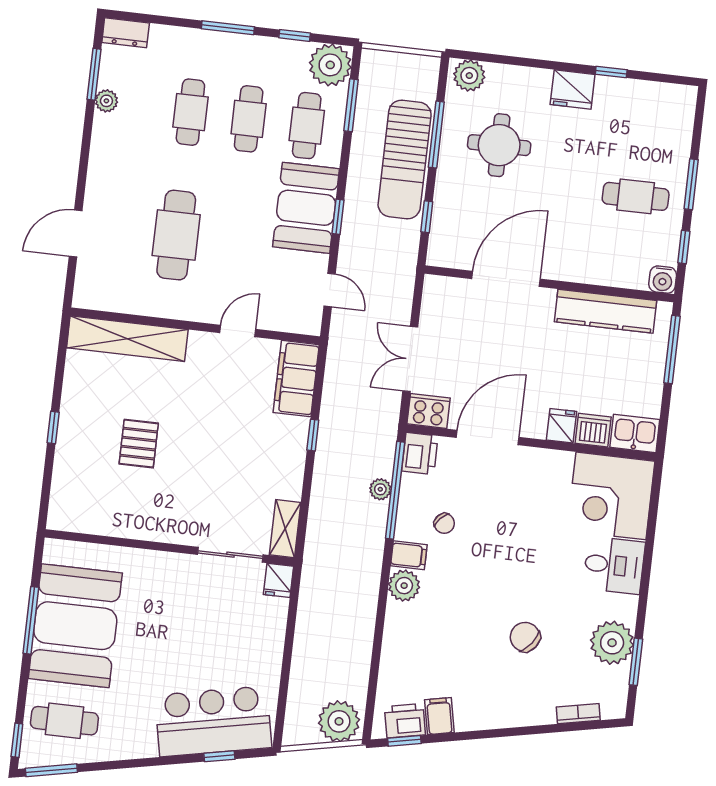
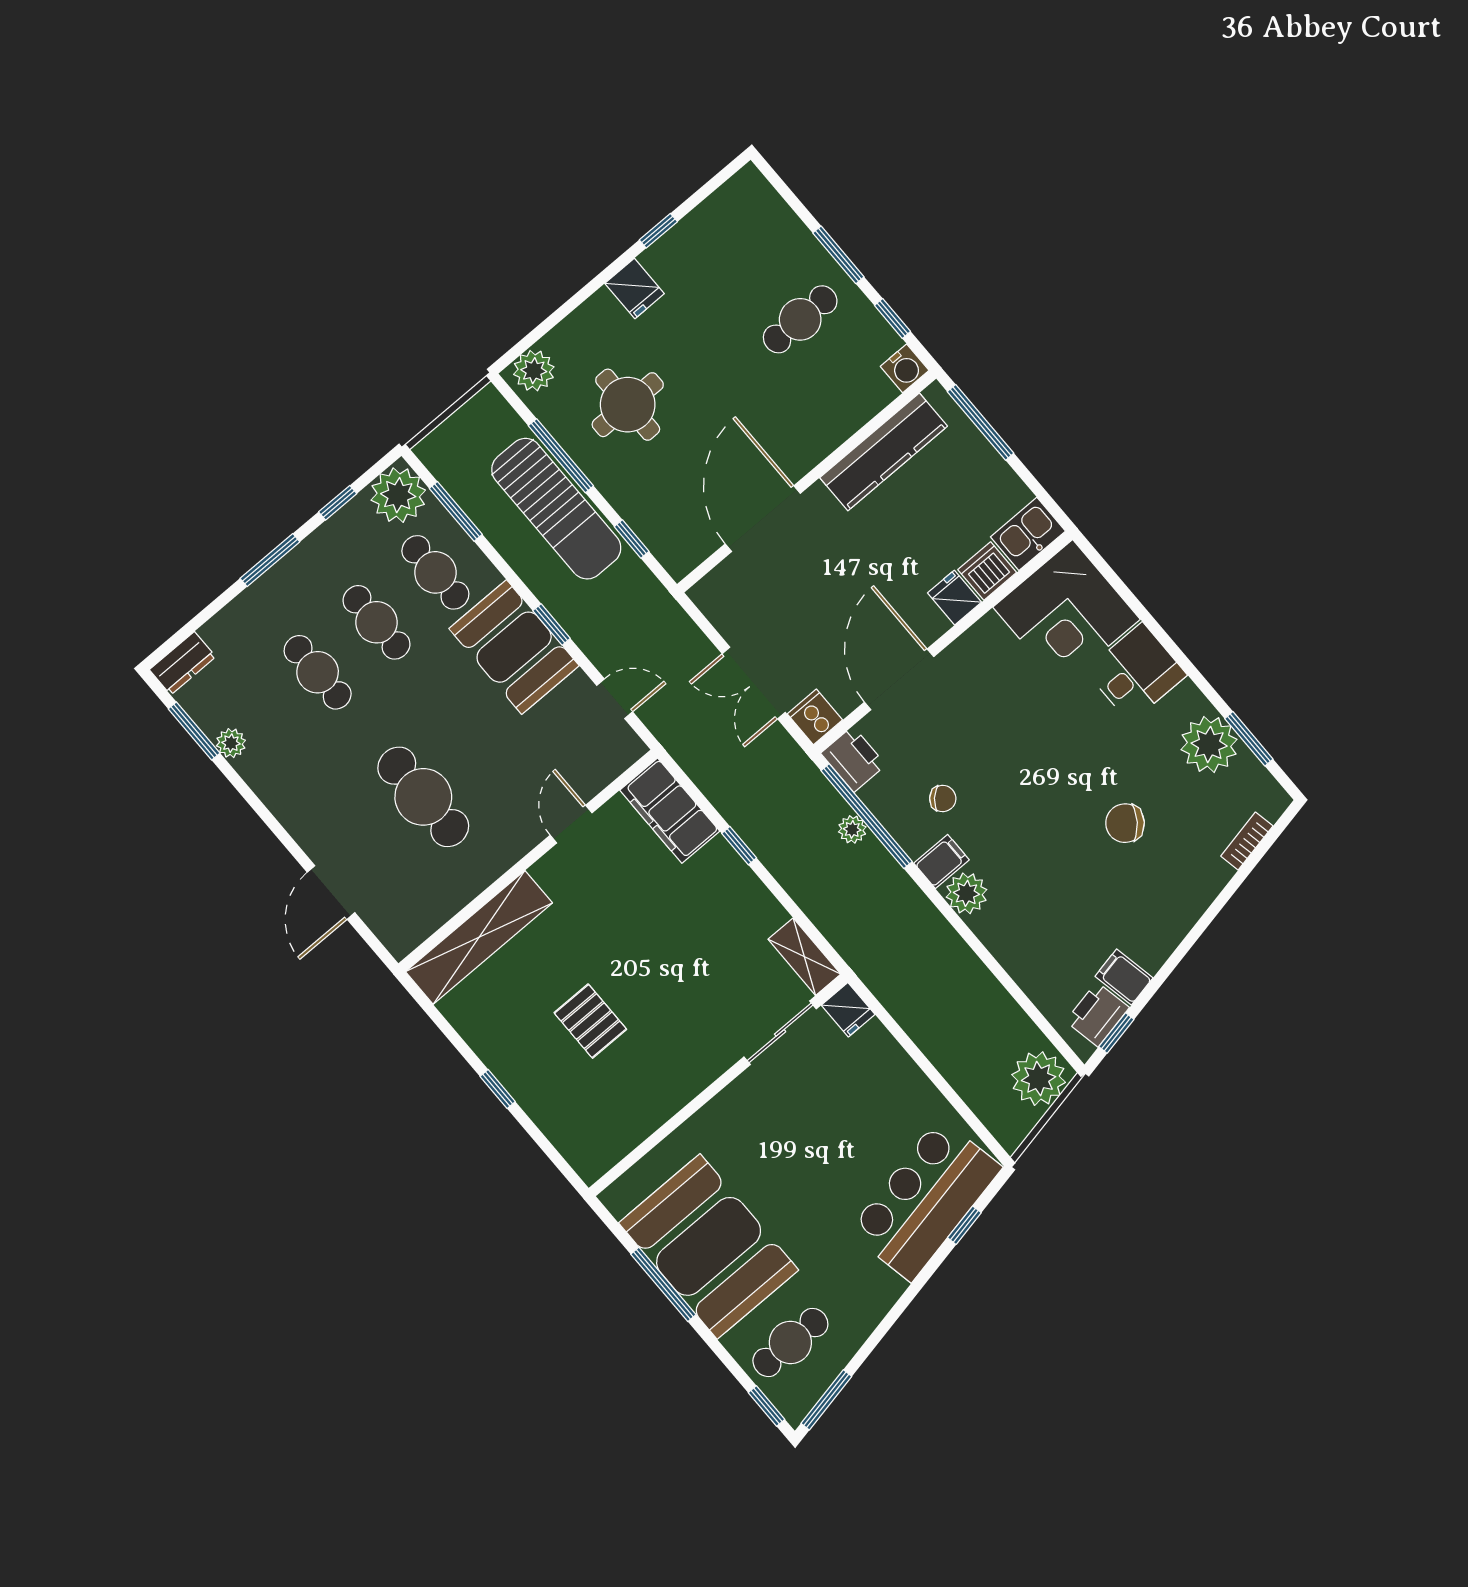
fridge: (573, 89) -> (635, 289), width x0.72
cooker: (429, 411) -> (815, 717), width x0.73

